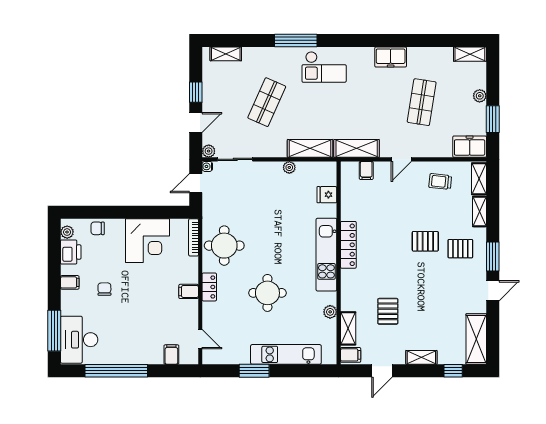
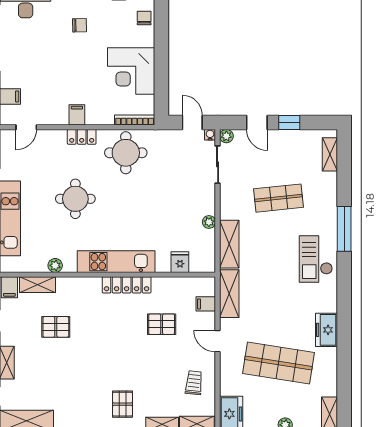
shop shelf: (267, 102) -> (278, 198), turned -30
shop shelf: (422, 102) -> (278, 363), width x1.43, depth x1.36
pallet: (425, 241) -> (162, 324), moved, turned 90

